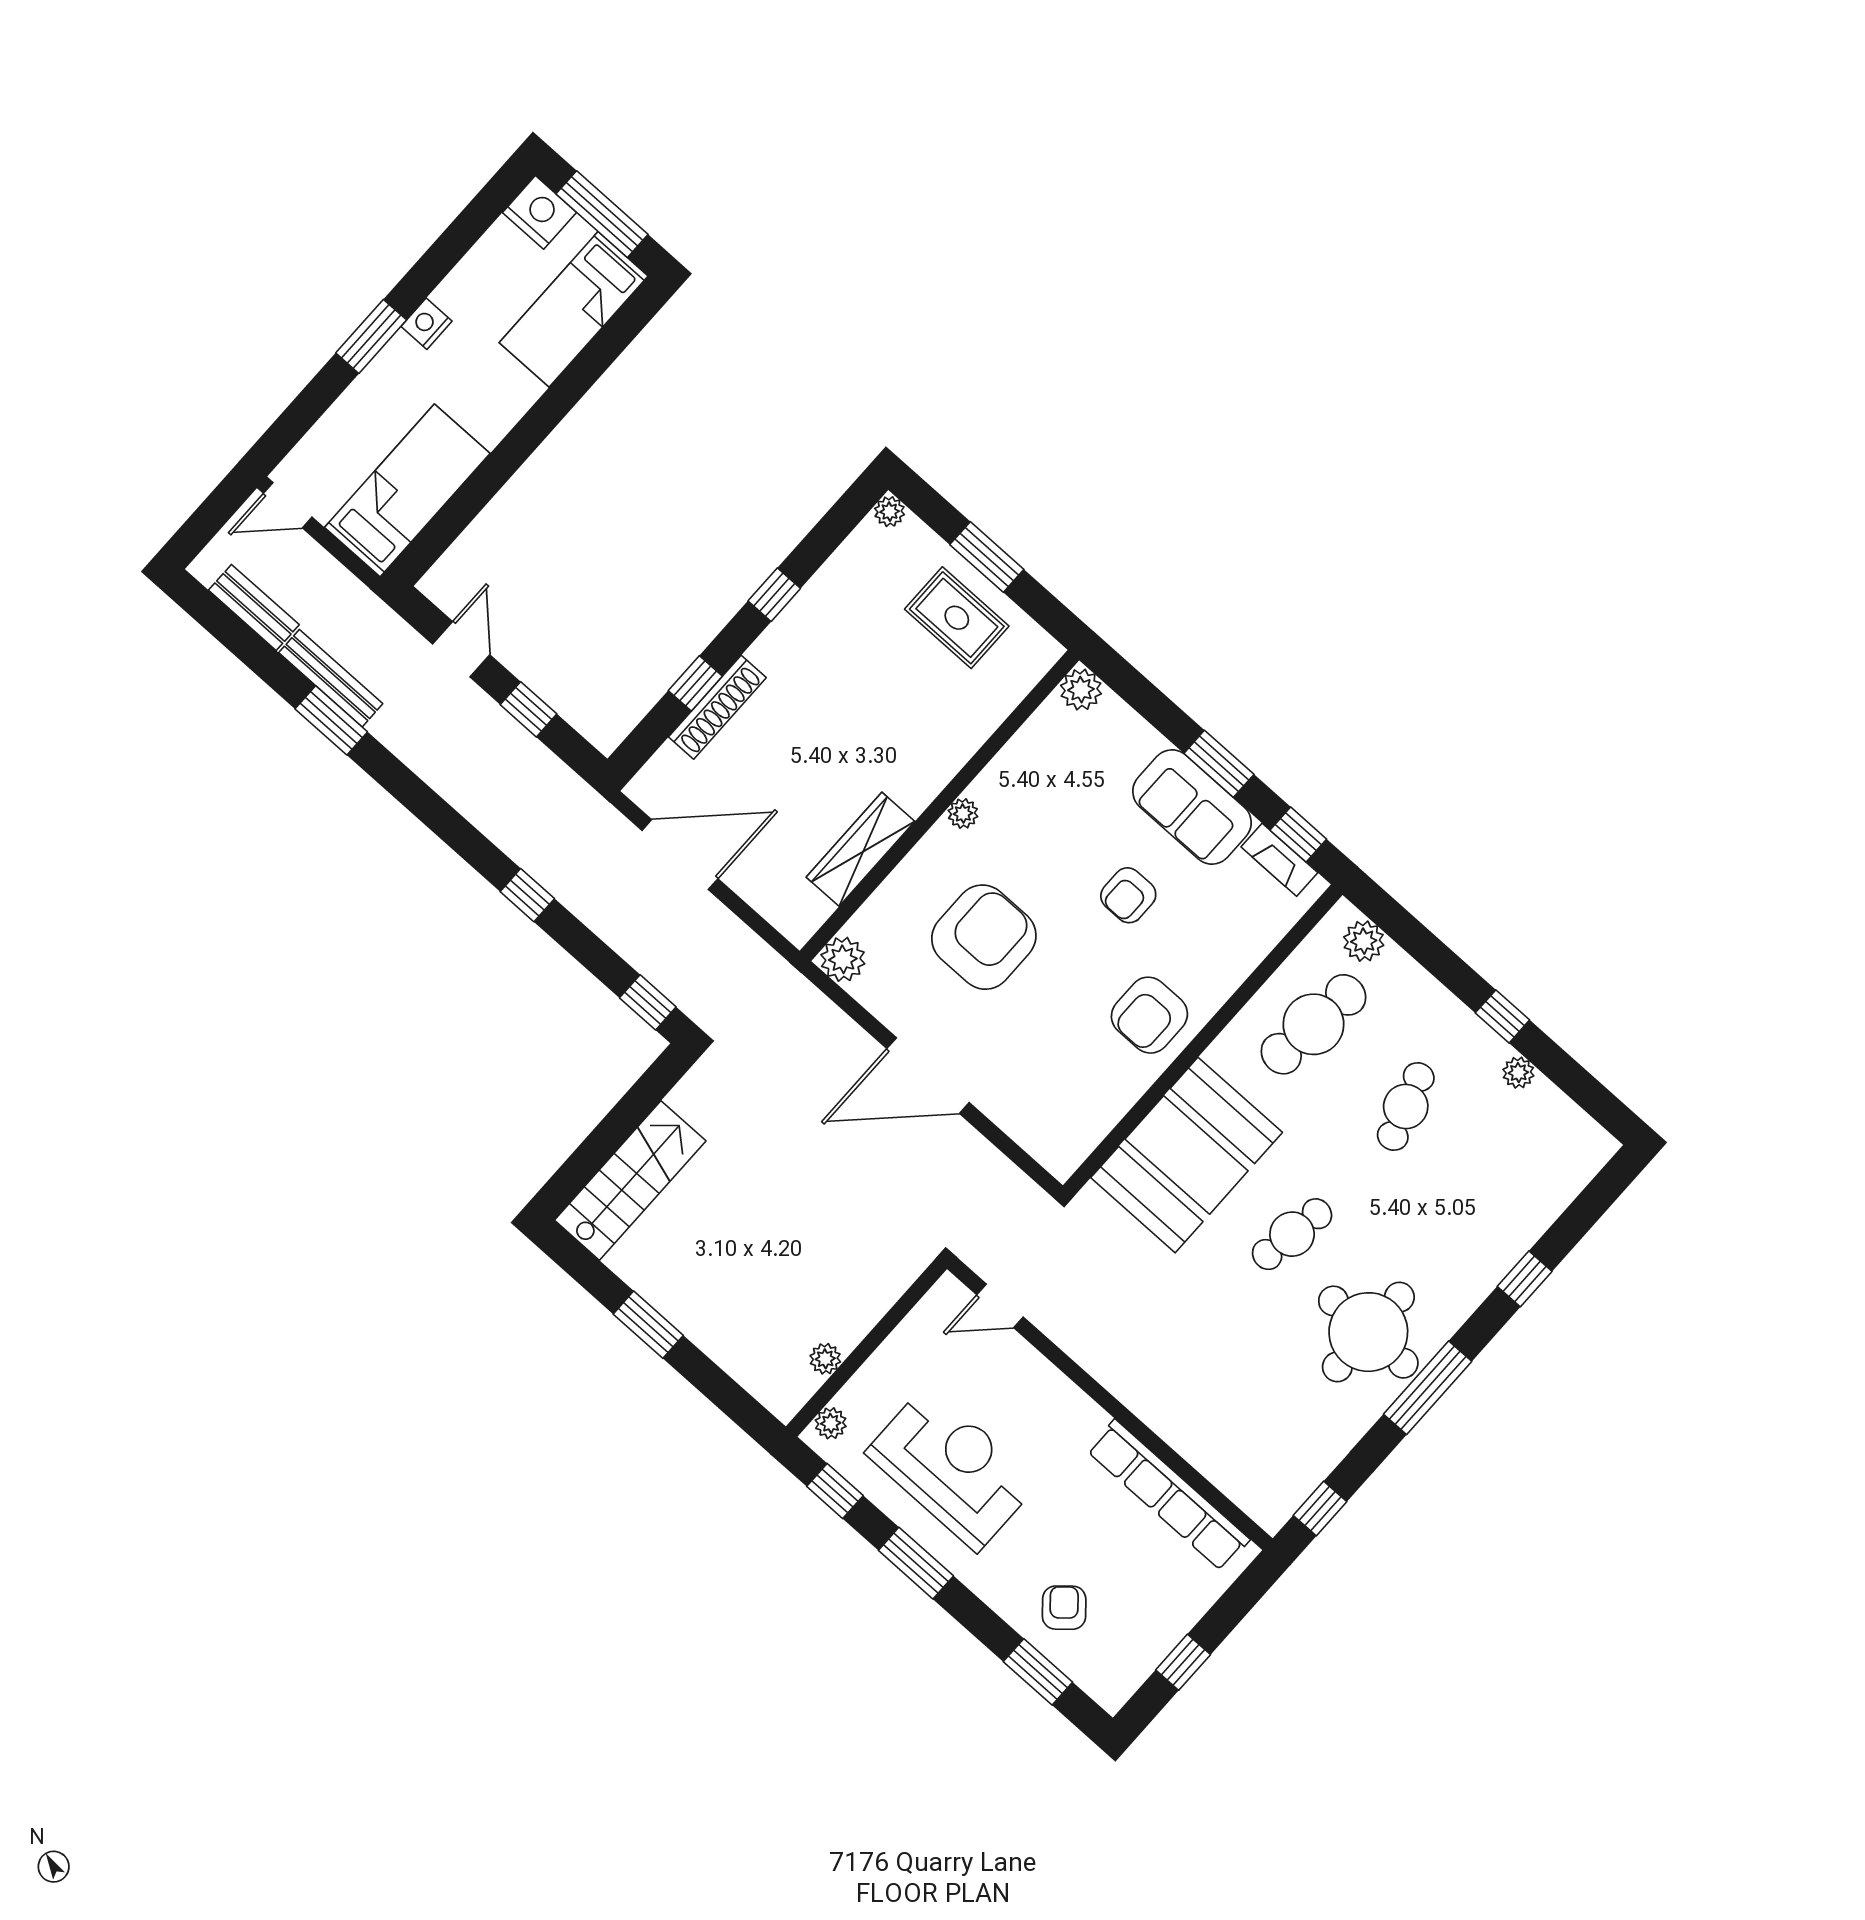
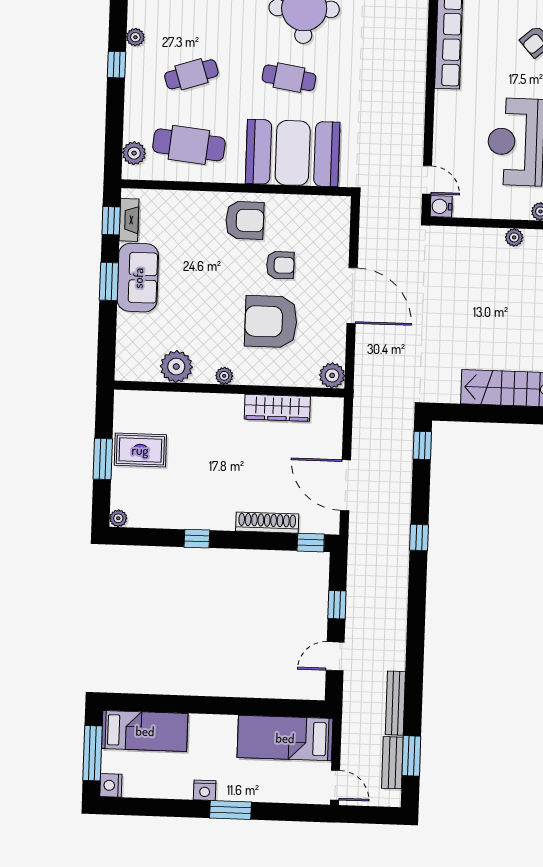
nightstand: (539, 212) -> (111, 785), width x0.74, depth x0.75
rug: (957, 618) -> (140, 450), turned 90
window: (695, 683) -> (311, 543), moved
plant: (1081, 690) -> (176, 367), moved, width x1.36, depth x1.36
window: (331, 720) -> (411, 756), moved
armchair: (1128, 895) -> (280, 265), moved
water cooler: (948, 1295) -> (441, 206), added

